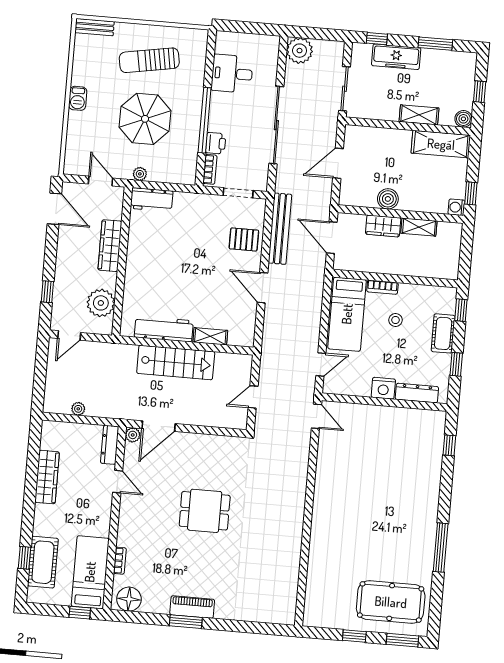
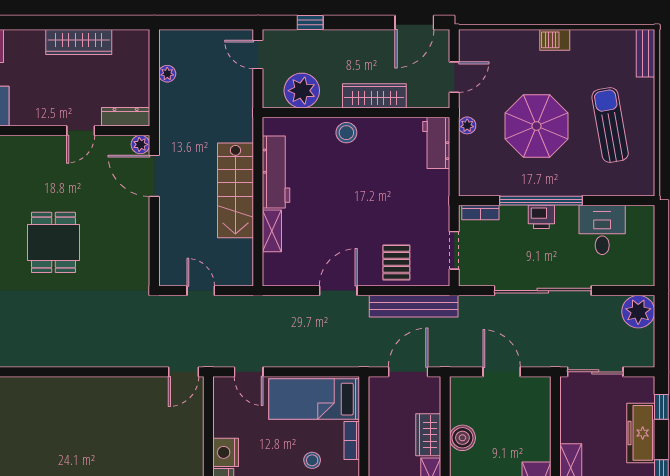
printer: (216, 143) -> (541, 217), moved
stool: (137, 270) -> (346, 133), added

